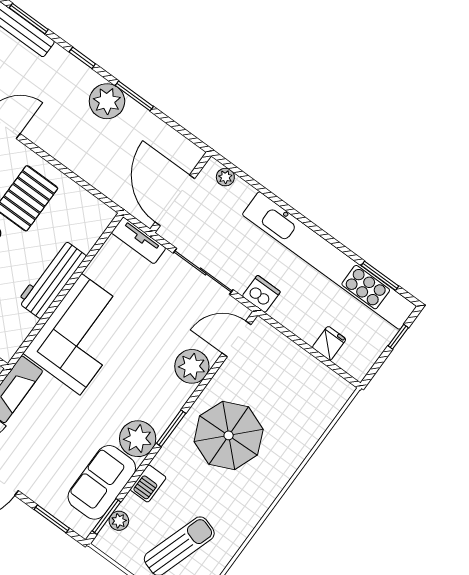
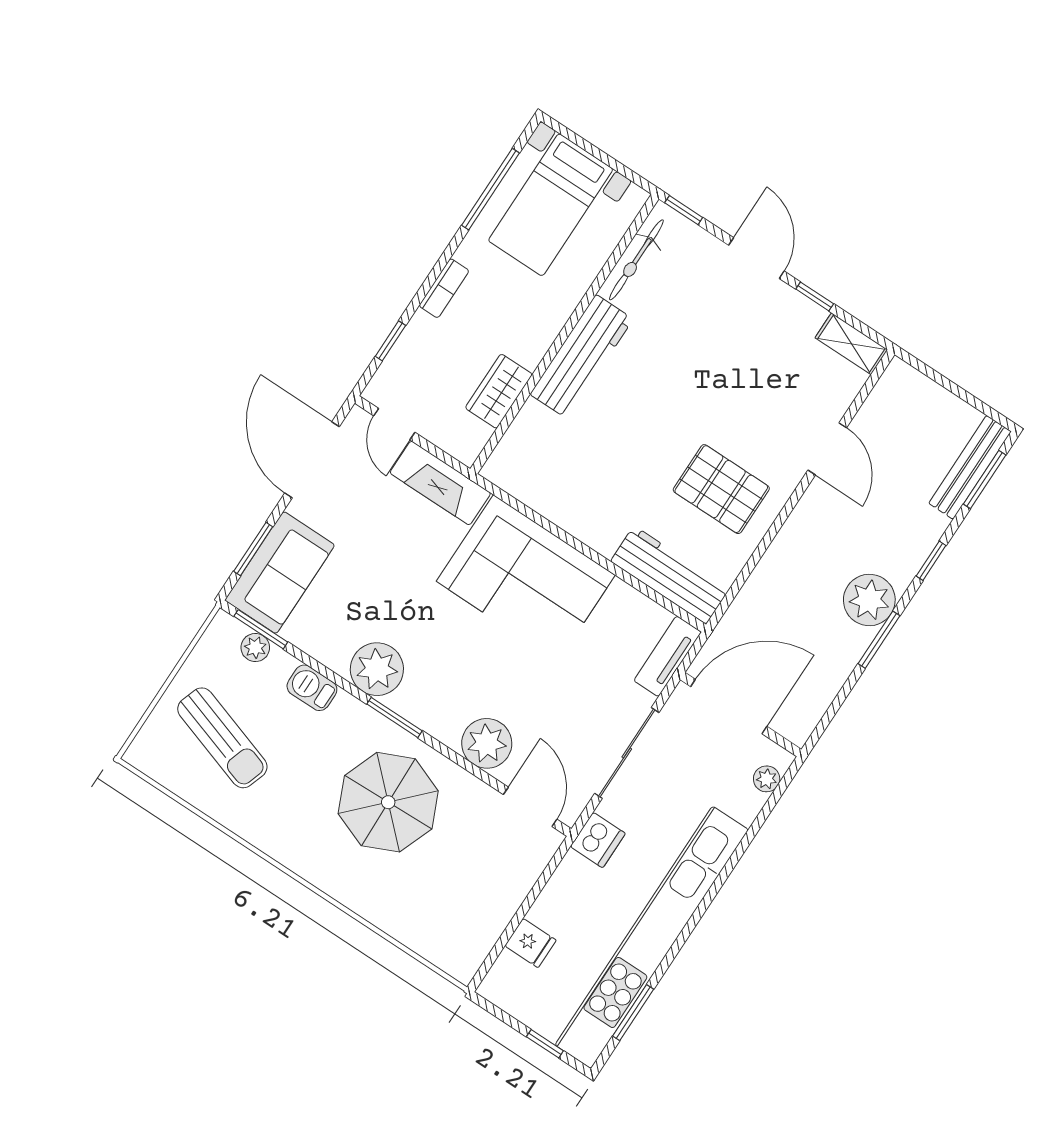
workbench: (52, 279) -> (670, 575), moved
sofa: (102, 482) -> (280, 573), moved, turned 90

